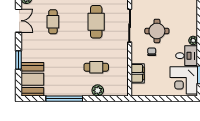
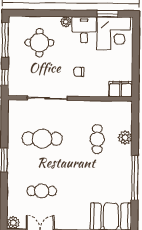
round table: (157, 31) -> (39, 43), moved
filing cabinet: (138, 73) -> (121, 89), moved

